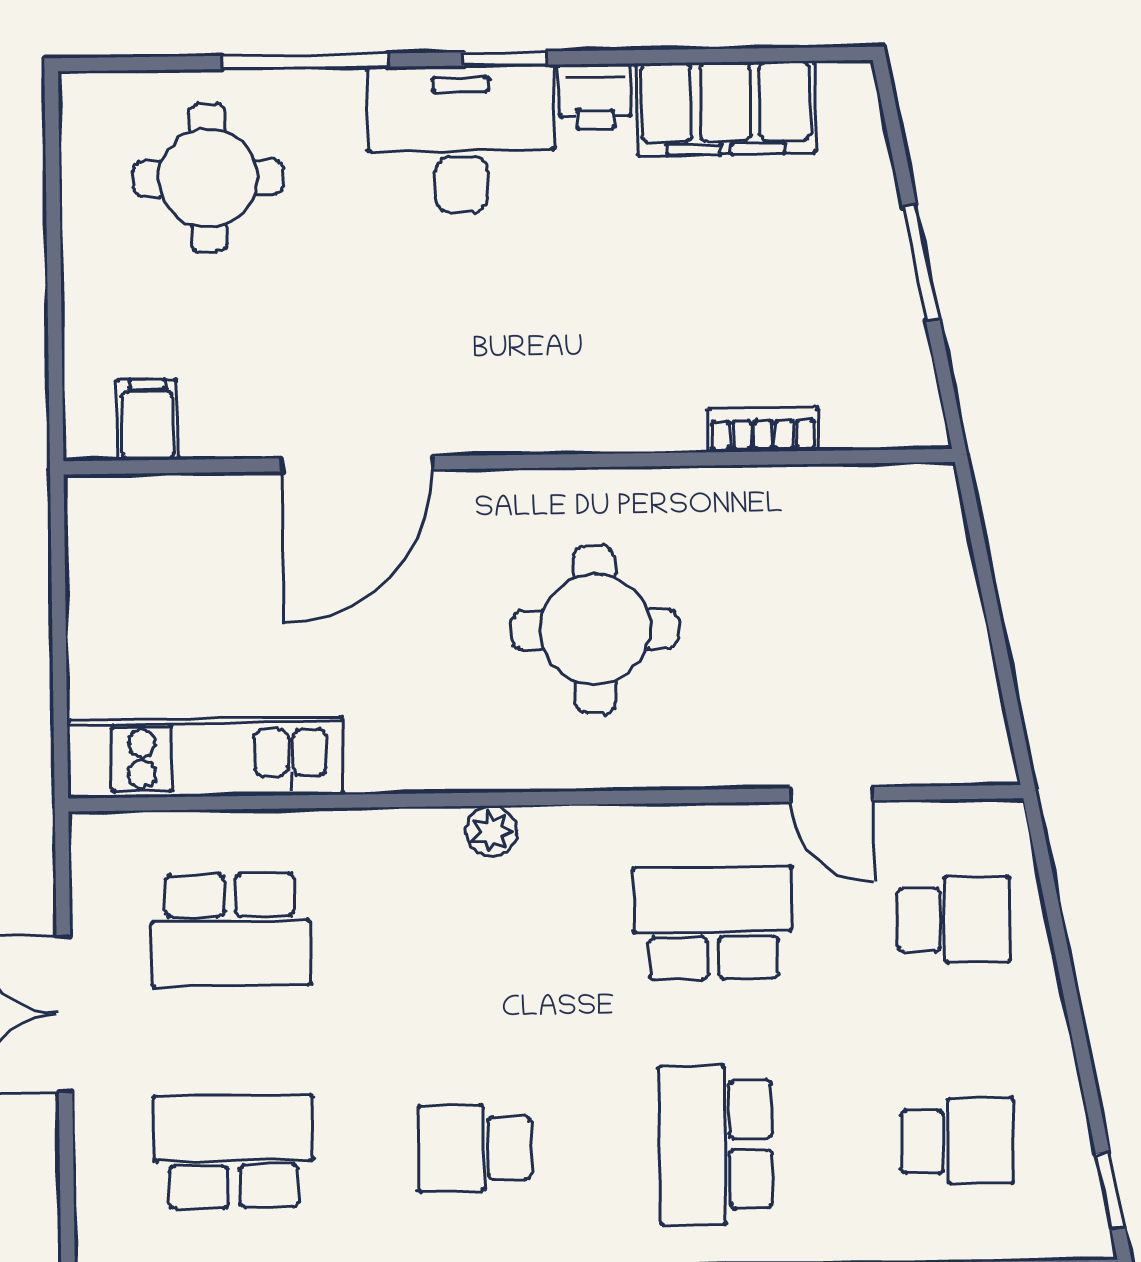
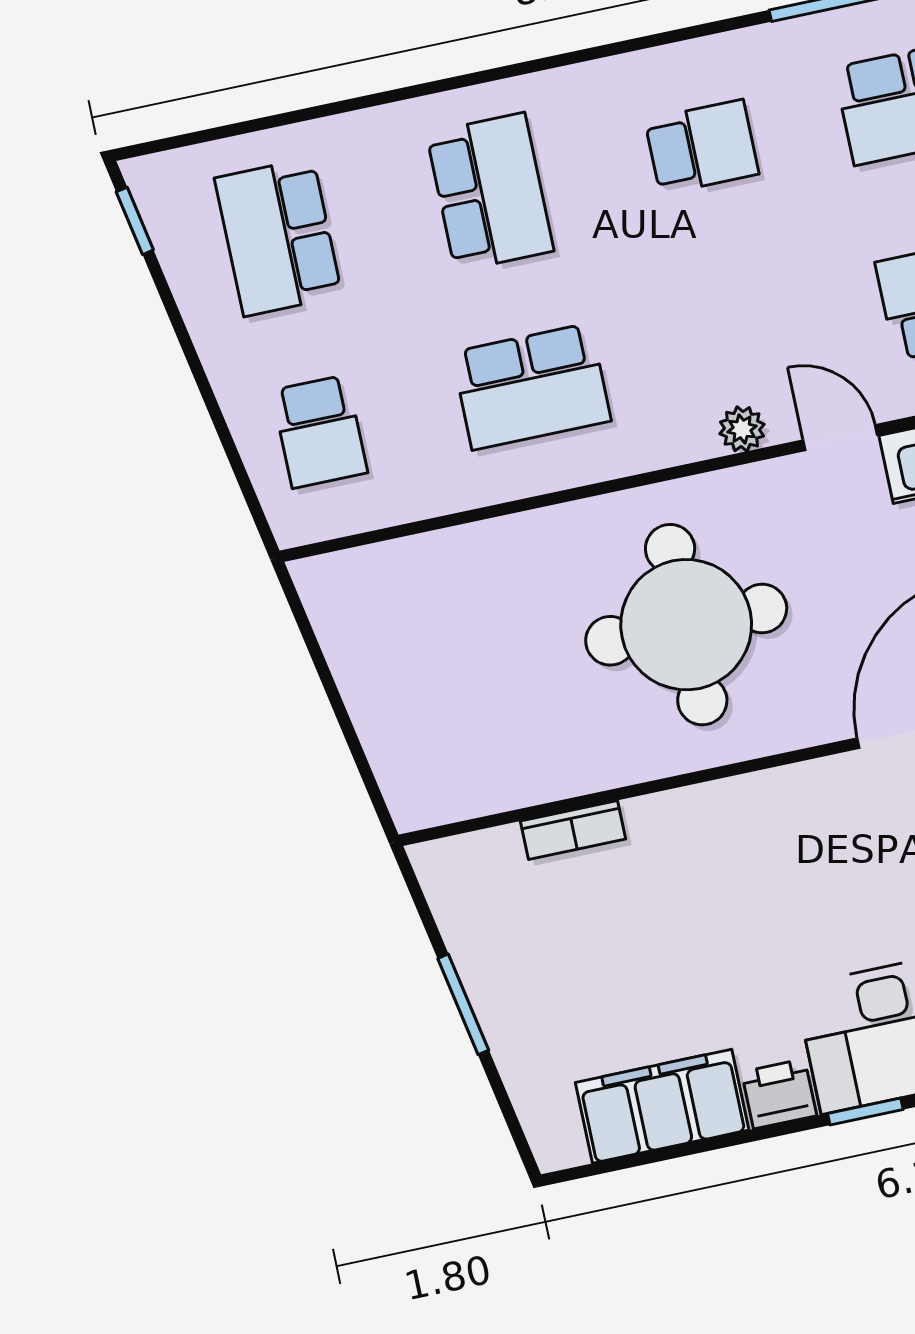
round table: (595, 629) -> (686, 625), width x1.36, depth x1.36
door: (832, 794) -> (840, 438), moved
school desk: (954, 920) -> (320, 432), turned -90
school desk: (957, 1141) -> (278, 237), width x1.85

